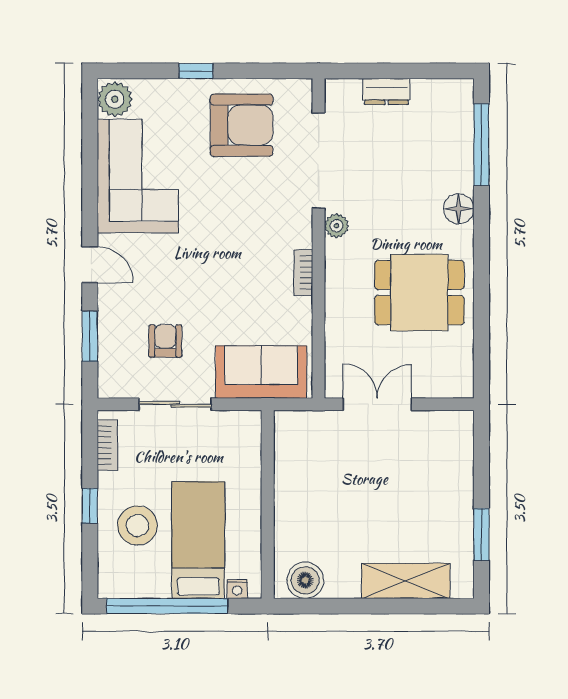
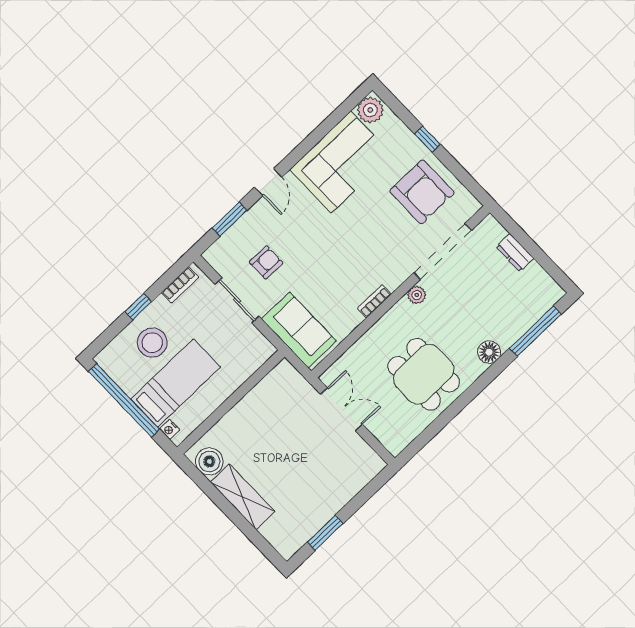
shelving: (406, 581) -> (243, 497), moved

